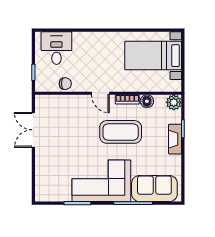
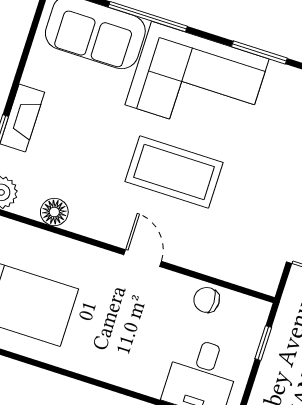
bookcase: (127, 99) -> (92, 228), removed
coffee table: (121, 132) -> (174, 172), moved

